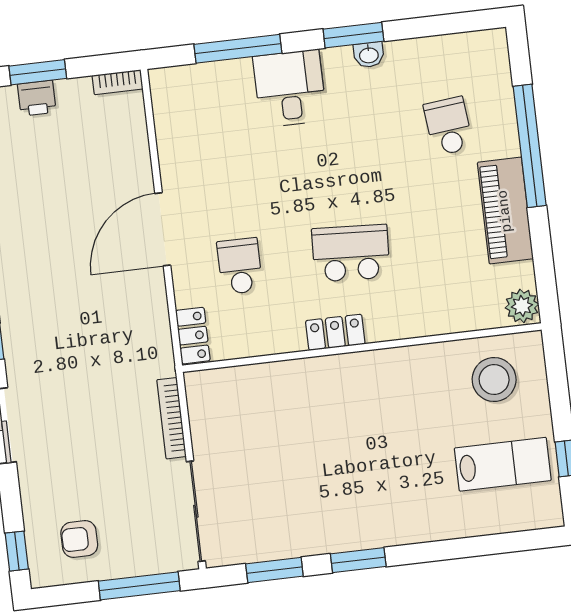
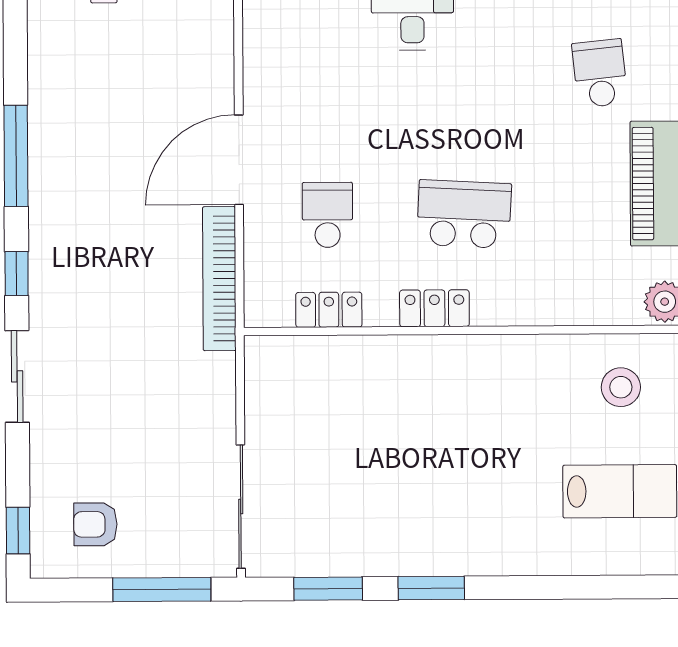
locker: (193, 336) -> (329, 310), moved, turned -90
stool: (494, 380) -> (621, 387), width x0.73, depth x0.73
bookcase: (171, 418) -> (219, 279), moved, width x1.48, depth x1.31

